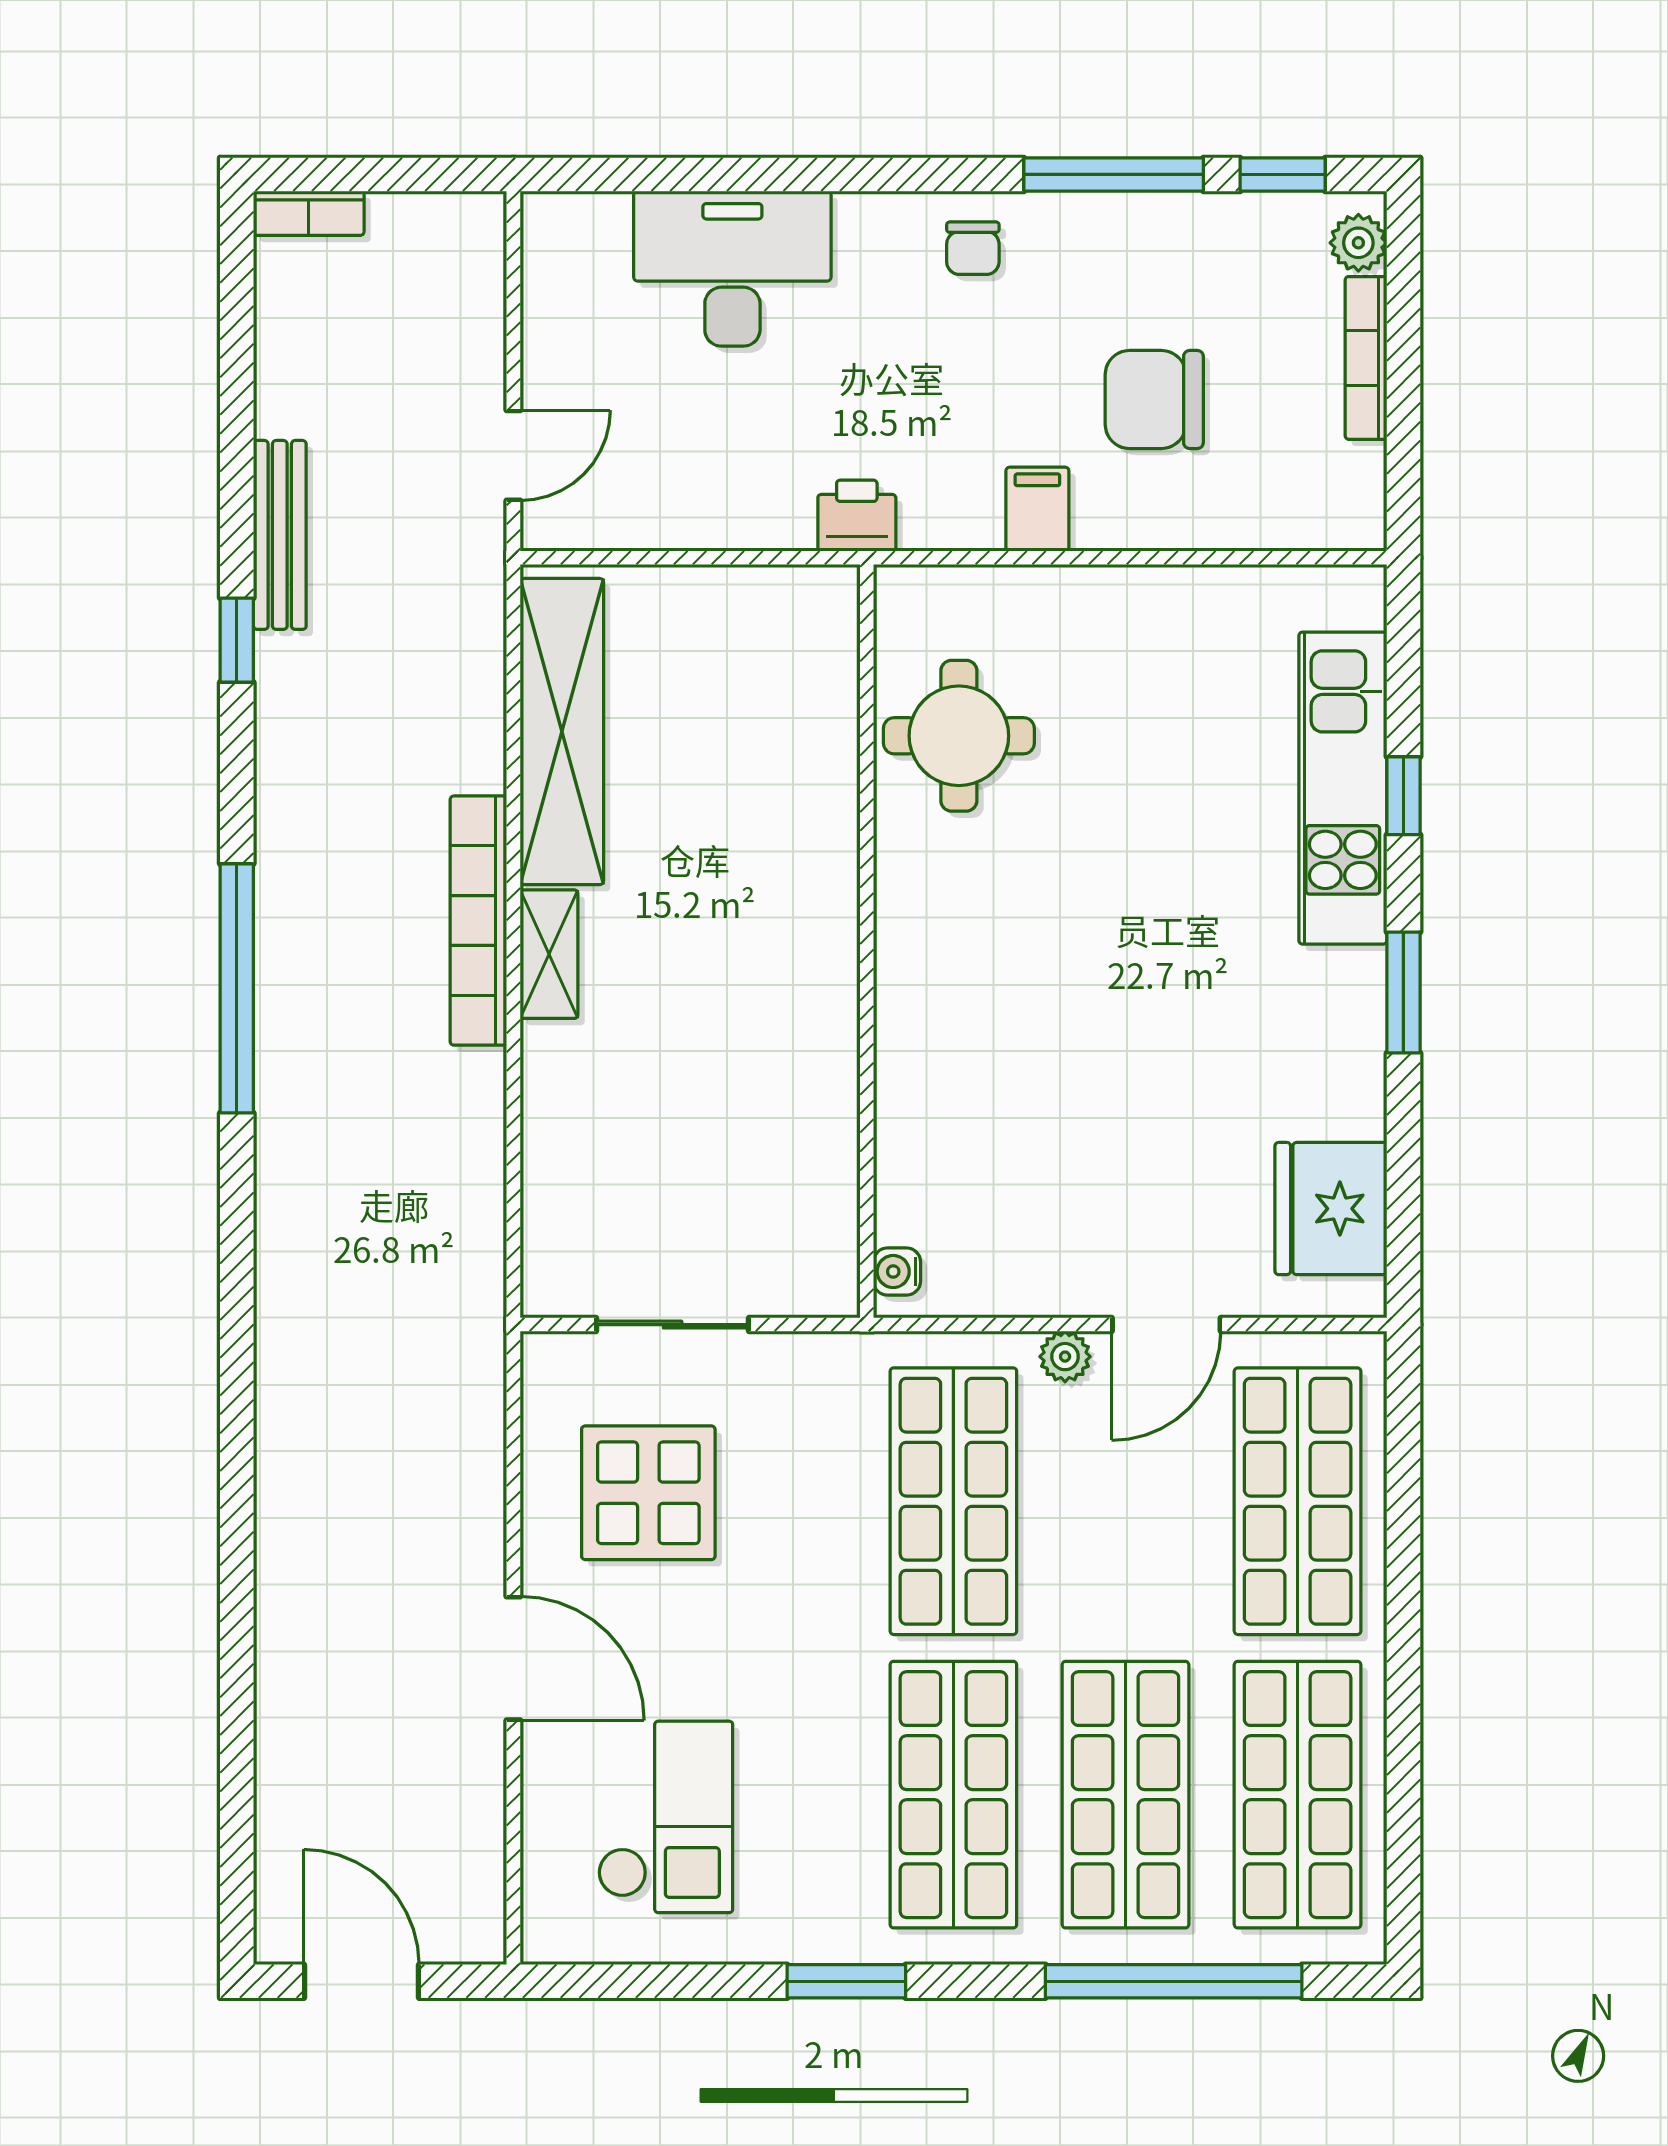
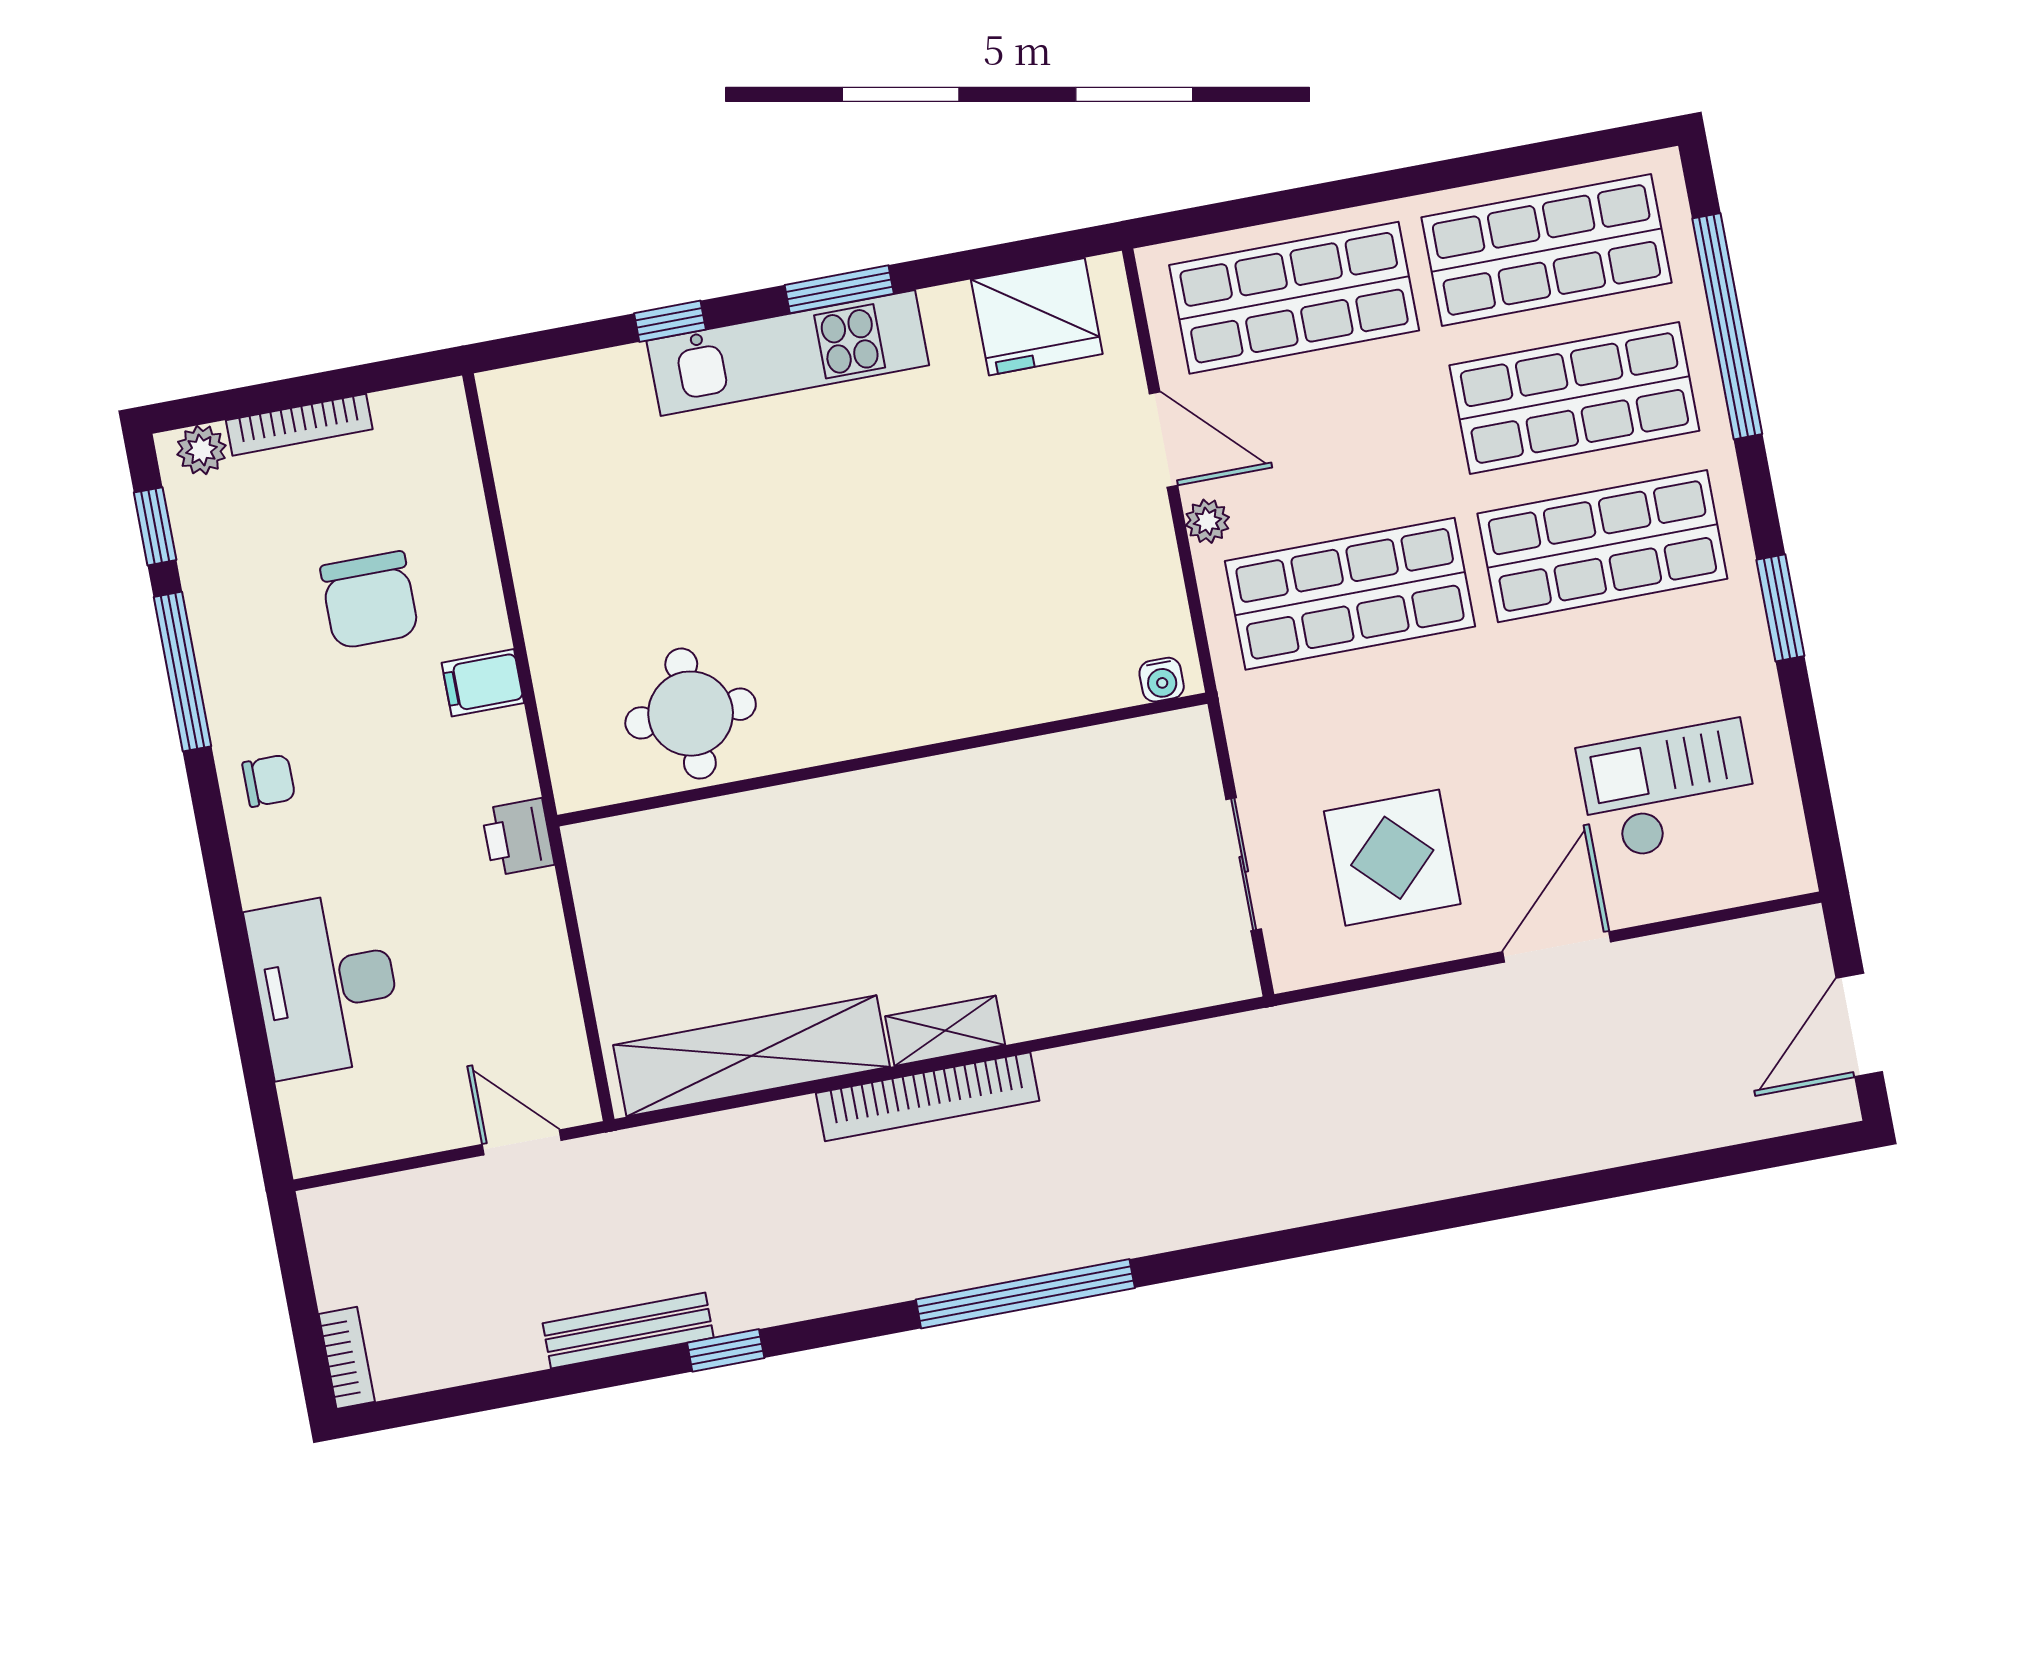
kitchen unit: (1343, 788) -> (788, 353), moved

